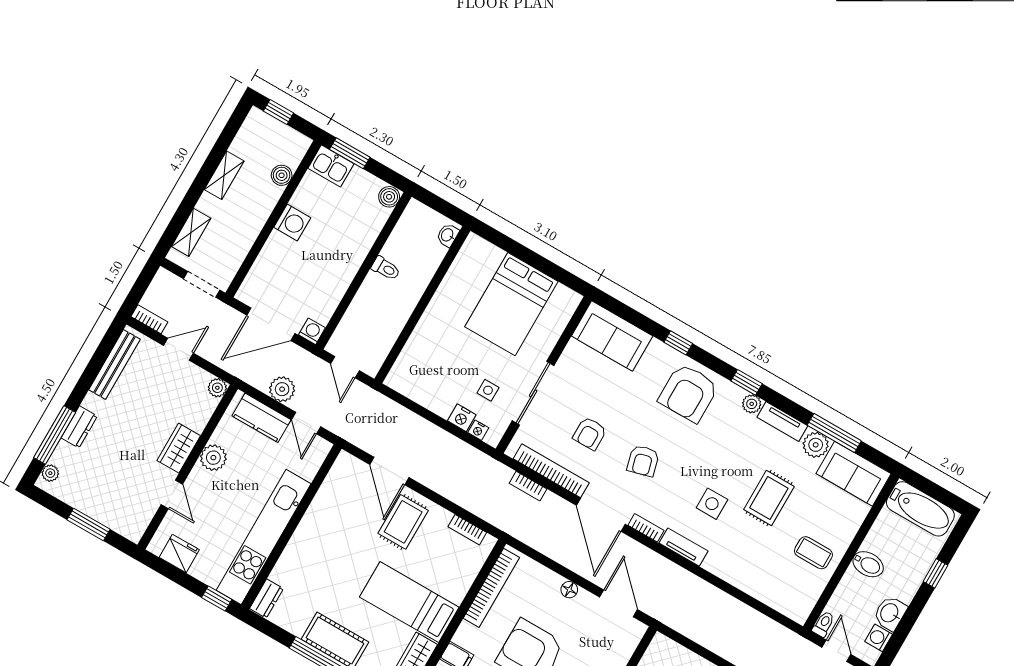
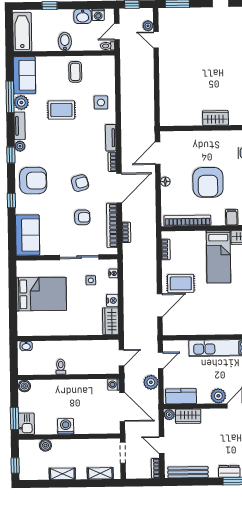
wardrobe: (409, 383) -> (111, 321), added
kitchen counter: (261, 418) -> (181, 396), moved, turned -90
nightstand: (462, 418) -> (112, 300), moved
wardrobe: (179, 448) -> (188, 416), moved
plant: (213, 458) -> (218, 396), moved
side table: (712, 504) -> (101, 102), moved

